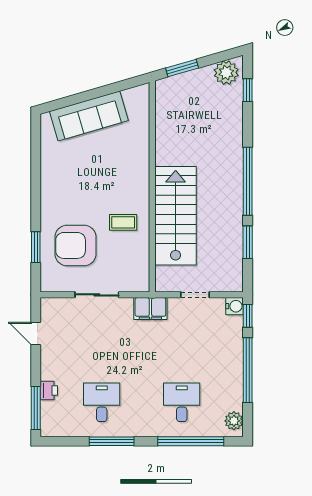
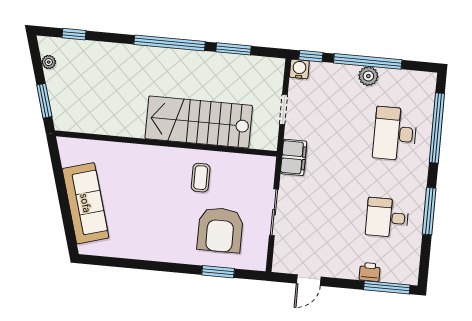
plant: (226, 73) -> (49, 62), width x0.53, depth x0.53
desk: (182, 402) -> (395, 134), width x1.37
plant: (234, 421) -> (368, 76), moved

